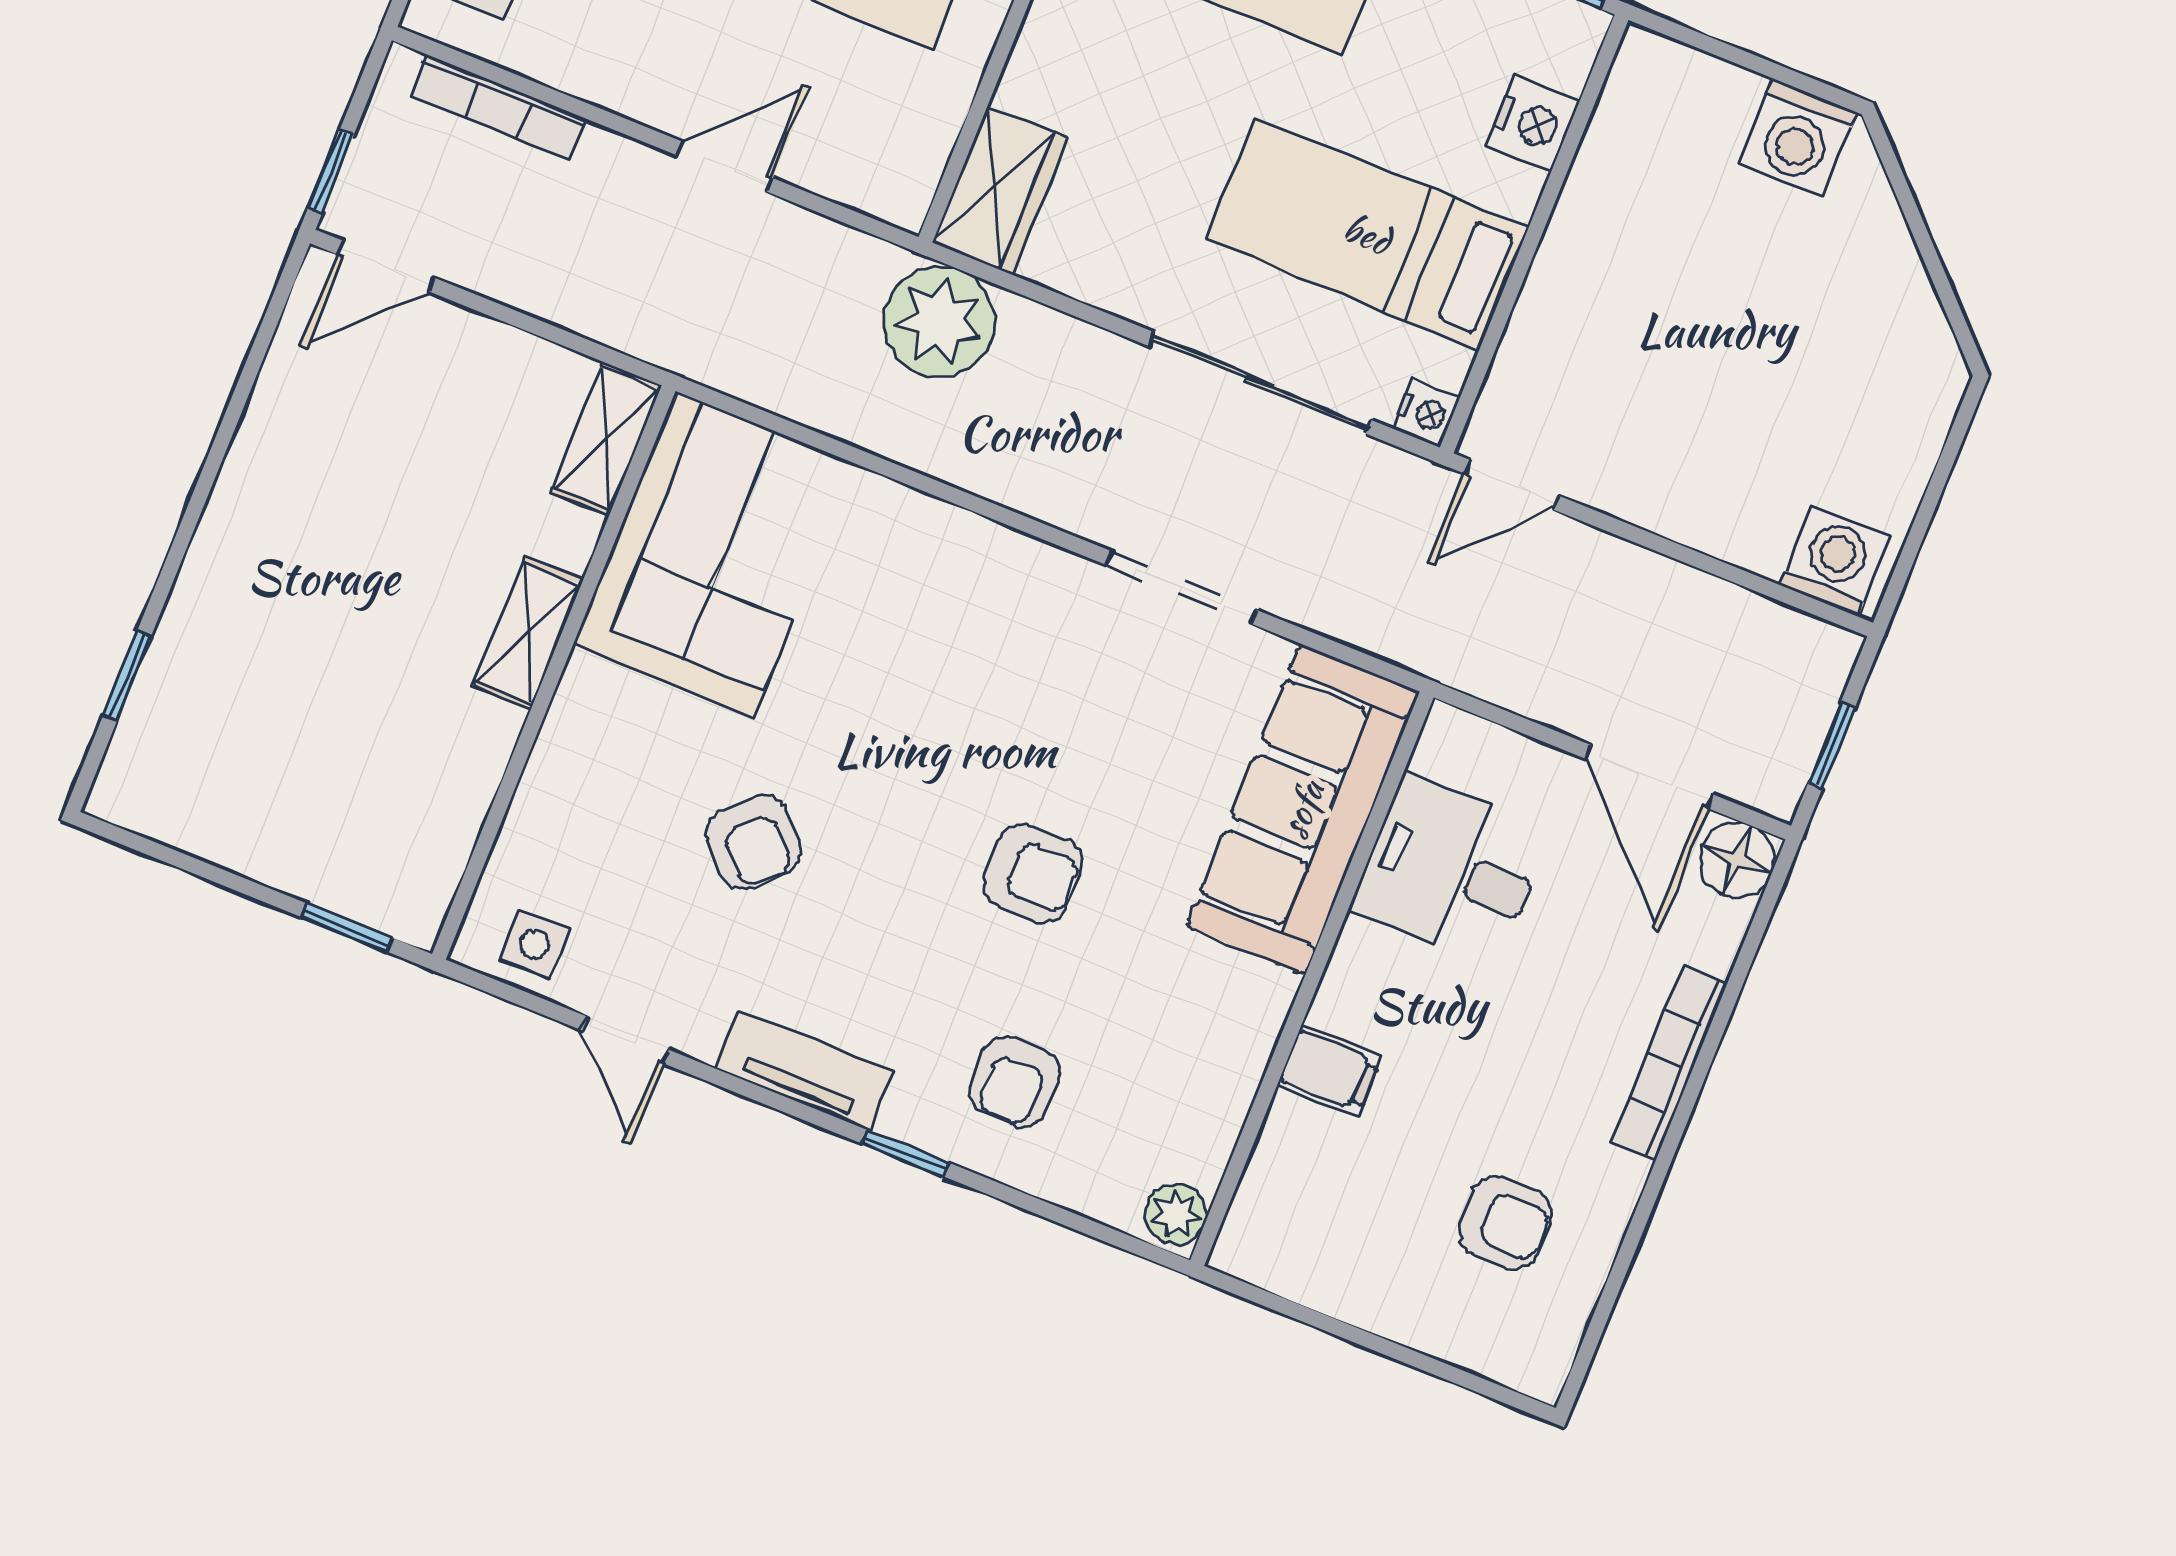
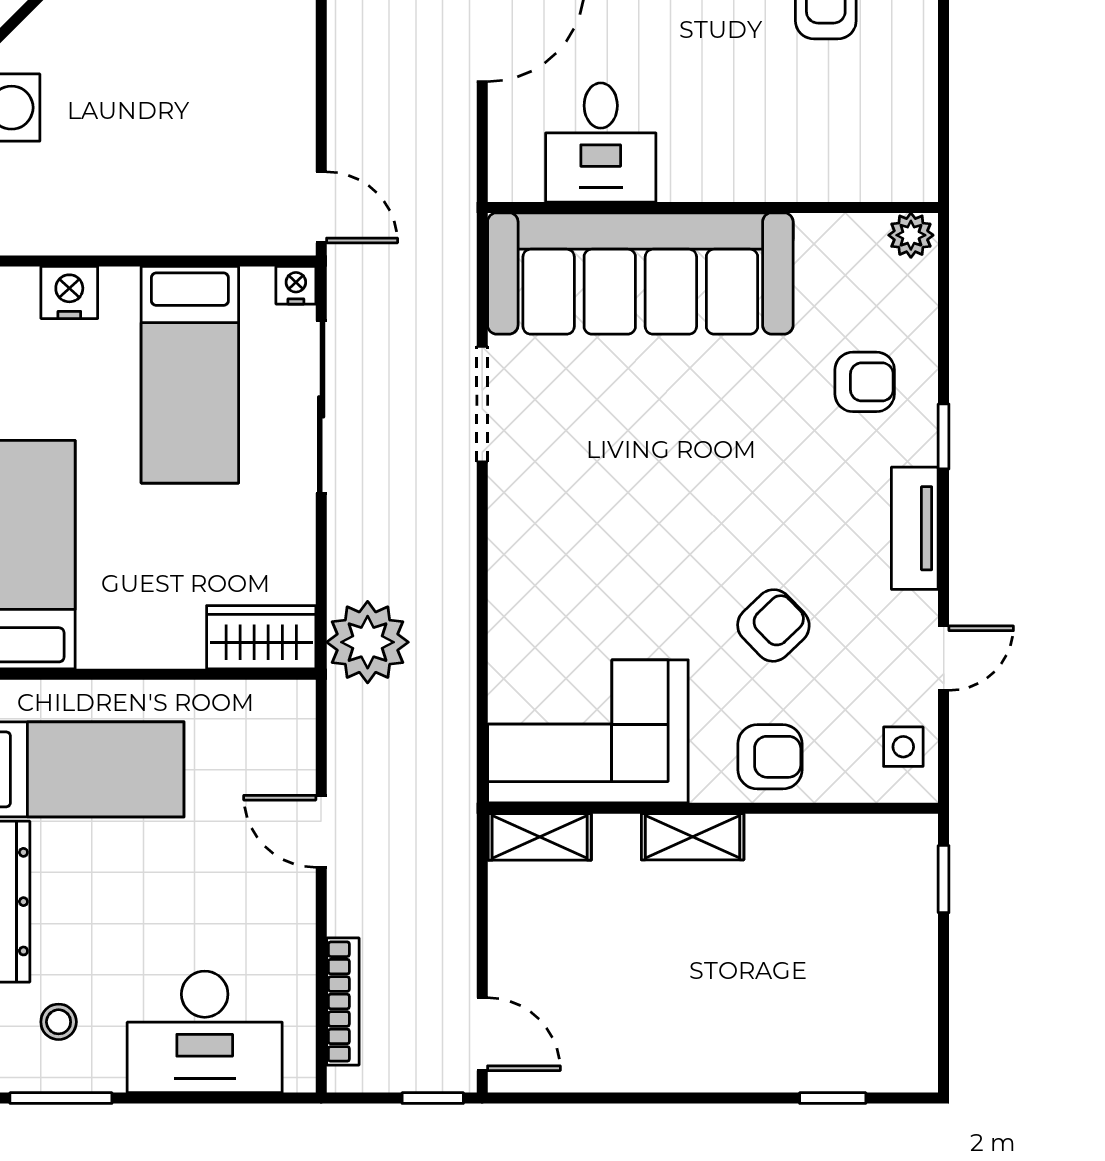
sofa: (1302, 809) -> (640, 273), width x1.36, depth x1.27
armchair: (1033, 874) -> (770, 757), moved, turned 90
filing cabinet: (1330, 1071) -> (771, 170), removed

